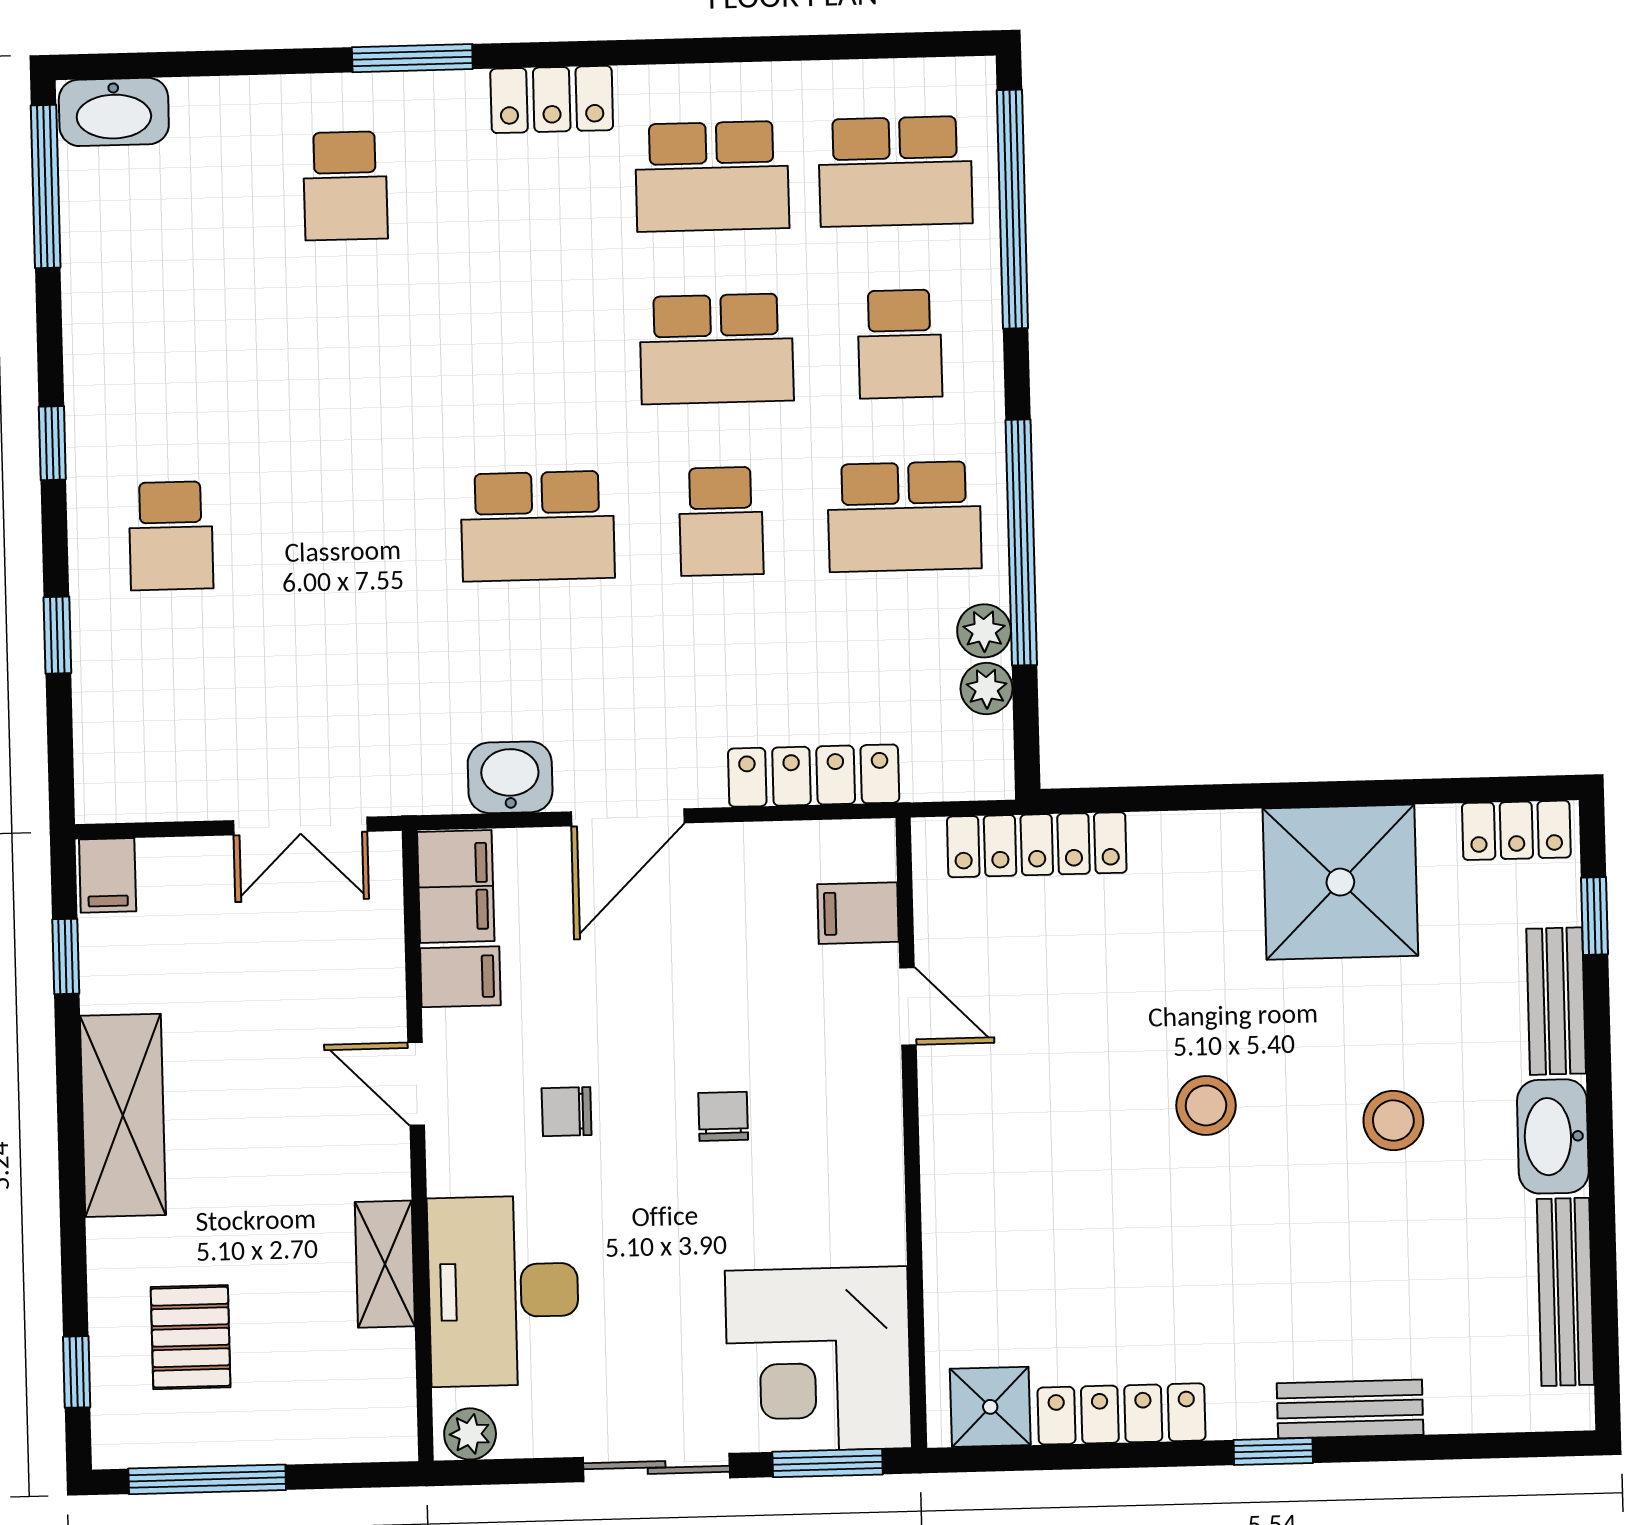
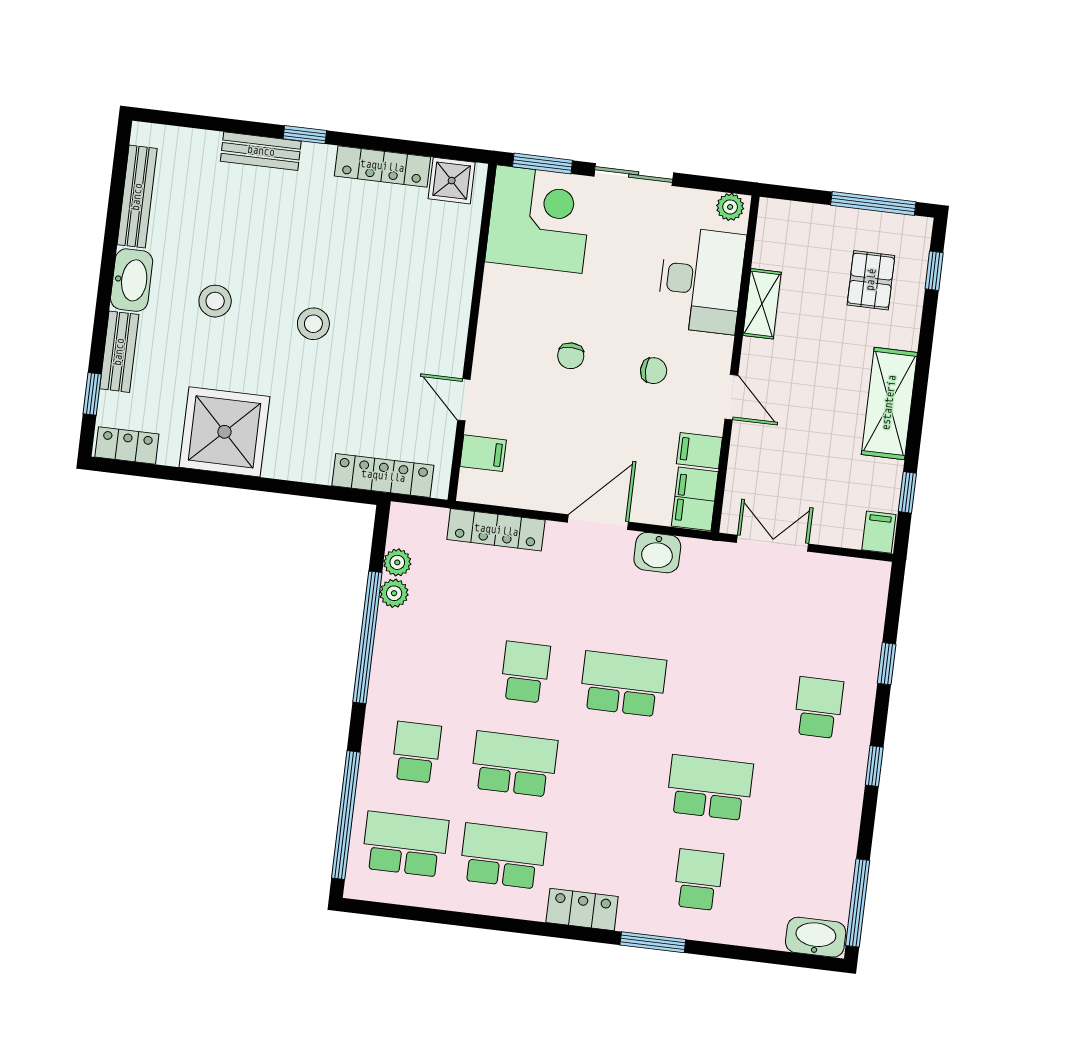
school desk: (904, 517) -> (710, 788), moved

